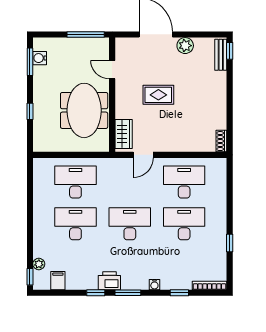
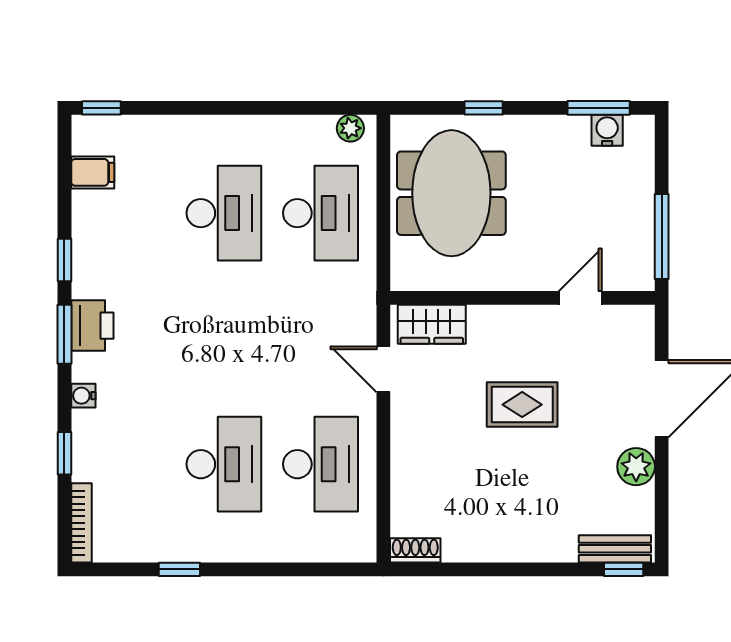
rug: (158, 95) -> (522, 405), turned 90
meeting table: (84, 110) -> (451, 193), moved, turned 90
desk: (130, 224) -> (224, 339), removed
plant: (39, 264) -> (350, 128), moved
printer: (109, 281) -> (92, 326), moved

